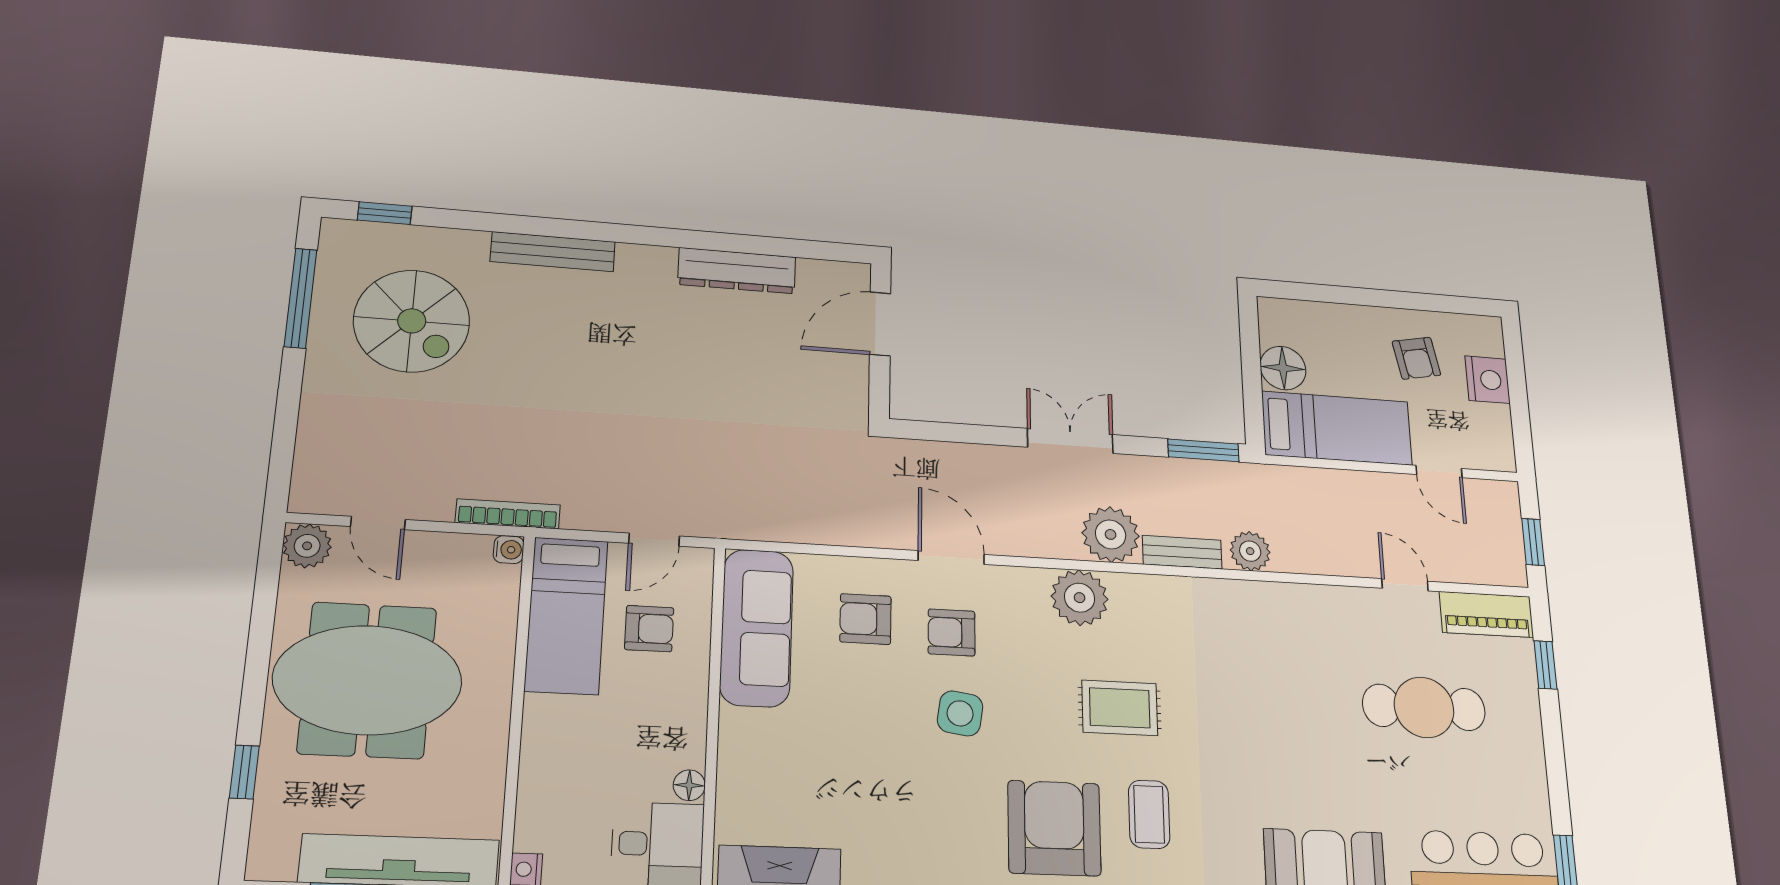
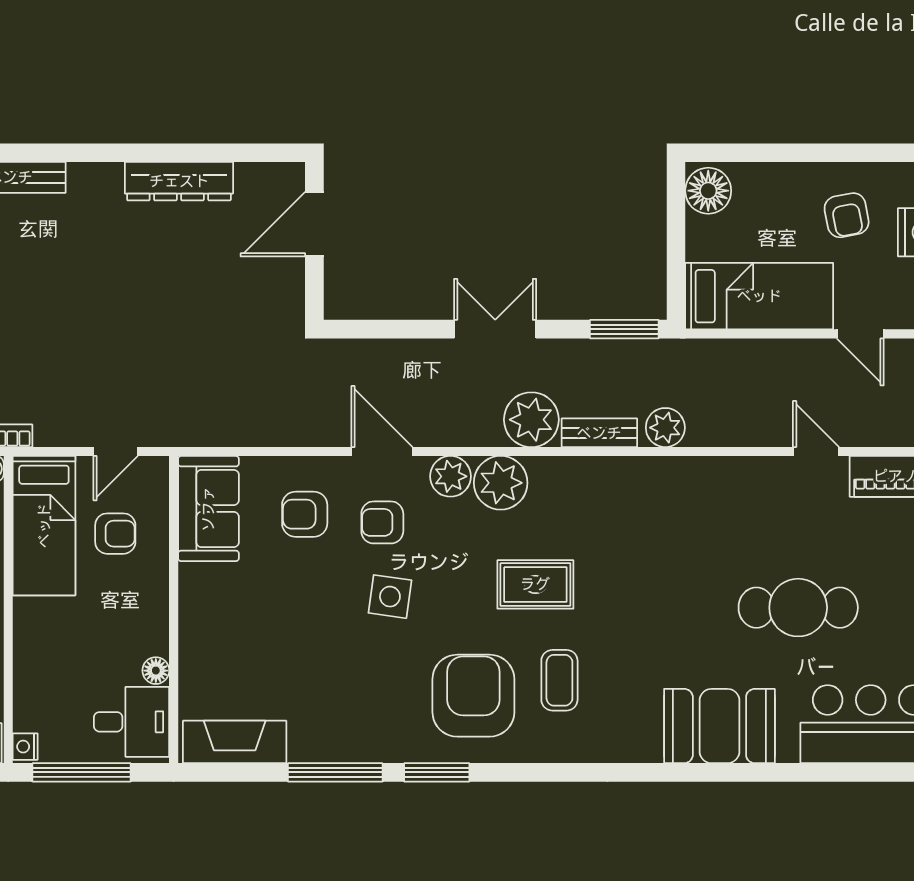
floor lamp: (1283, 368) -> (708, 191), moved
plant: (1026, 588) -> (450, 476), added
sofa: (757, 628) -> (208, 509), width x0.73
cafe table: (1424, 707) -> (798, 608), moved

